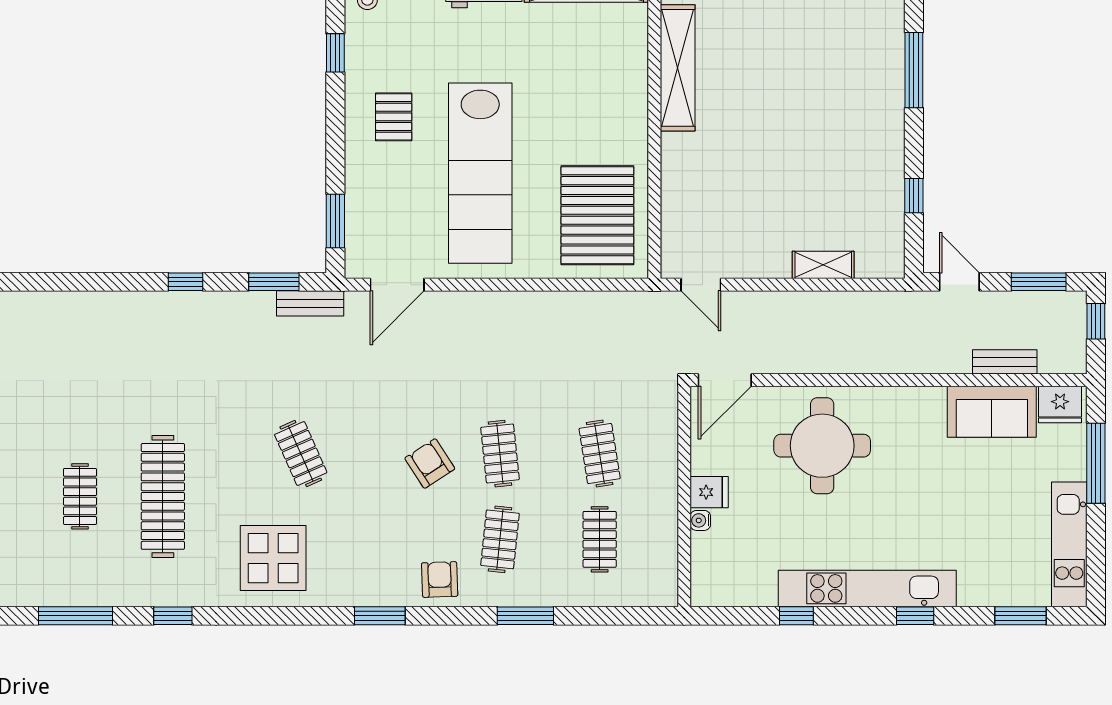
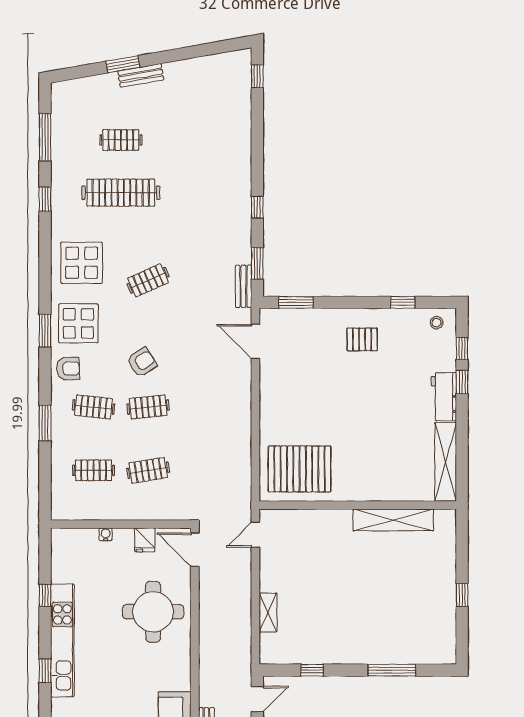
lab bench: (480, 173) -> (326, 394), removed
fridge: (709, 492) -> (145, 540), moved
display table: (368, 563) -> (78, 323), added

